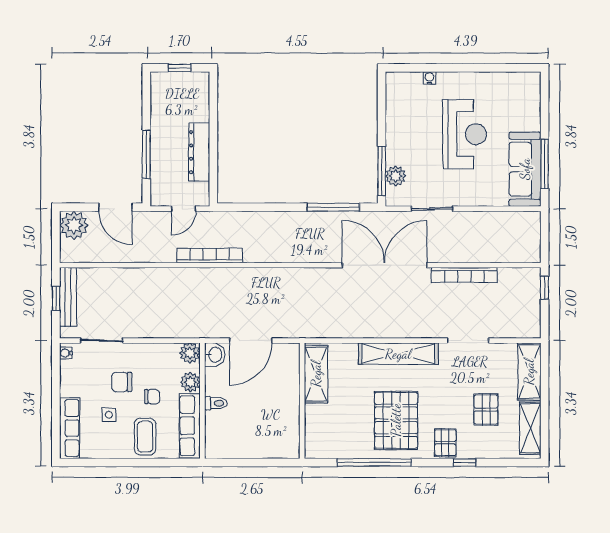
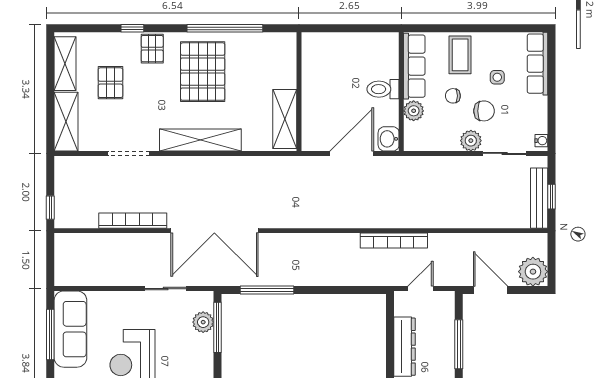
plant: (190, 353) -> (471, 141), moved
toilet: (216, 403) -> (383, 89), width x1.37, depth x1.39

